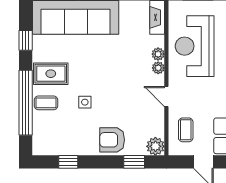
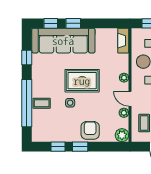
plant: (158, 54) -> (124, 113), moved
rug: (51, 74) -> (82, 81), moved, width x1.36, depth x1.43
armchair: (112, 140) -> (90, 130), turned 90
window: (134, 162) -> (80, 147), moved

